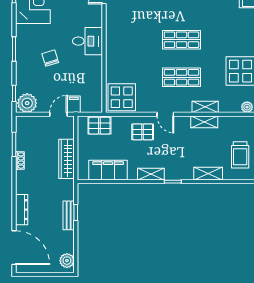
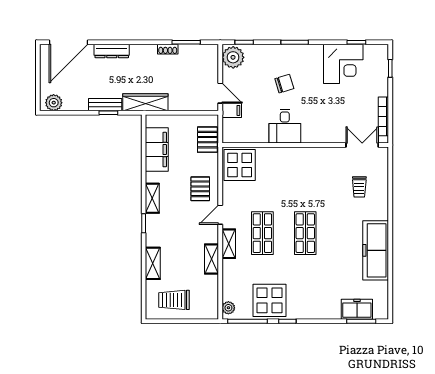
desk: (88, 41) -> (285, 126), moved
shelving: (205, 107) -> (229, 244), moved
wardrobe: (67, 159) -> (145, 102), moved

